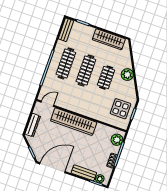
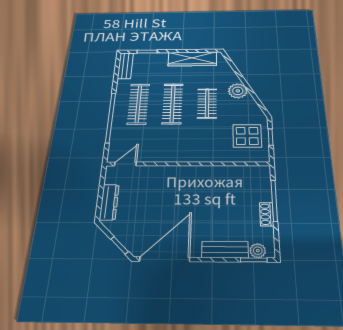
wardrobe: (74, 122) -> (178, 176), removed
plant: (117, 140) -> (261, 180), removed

